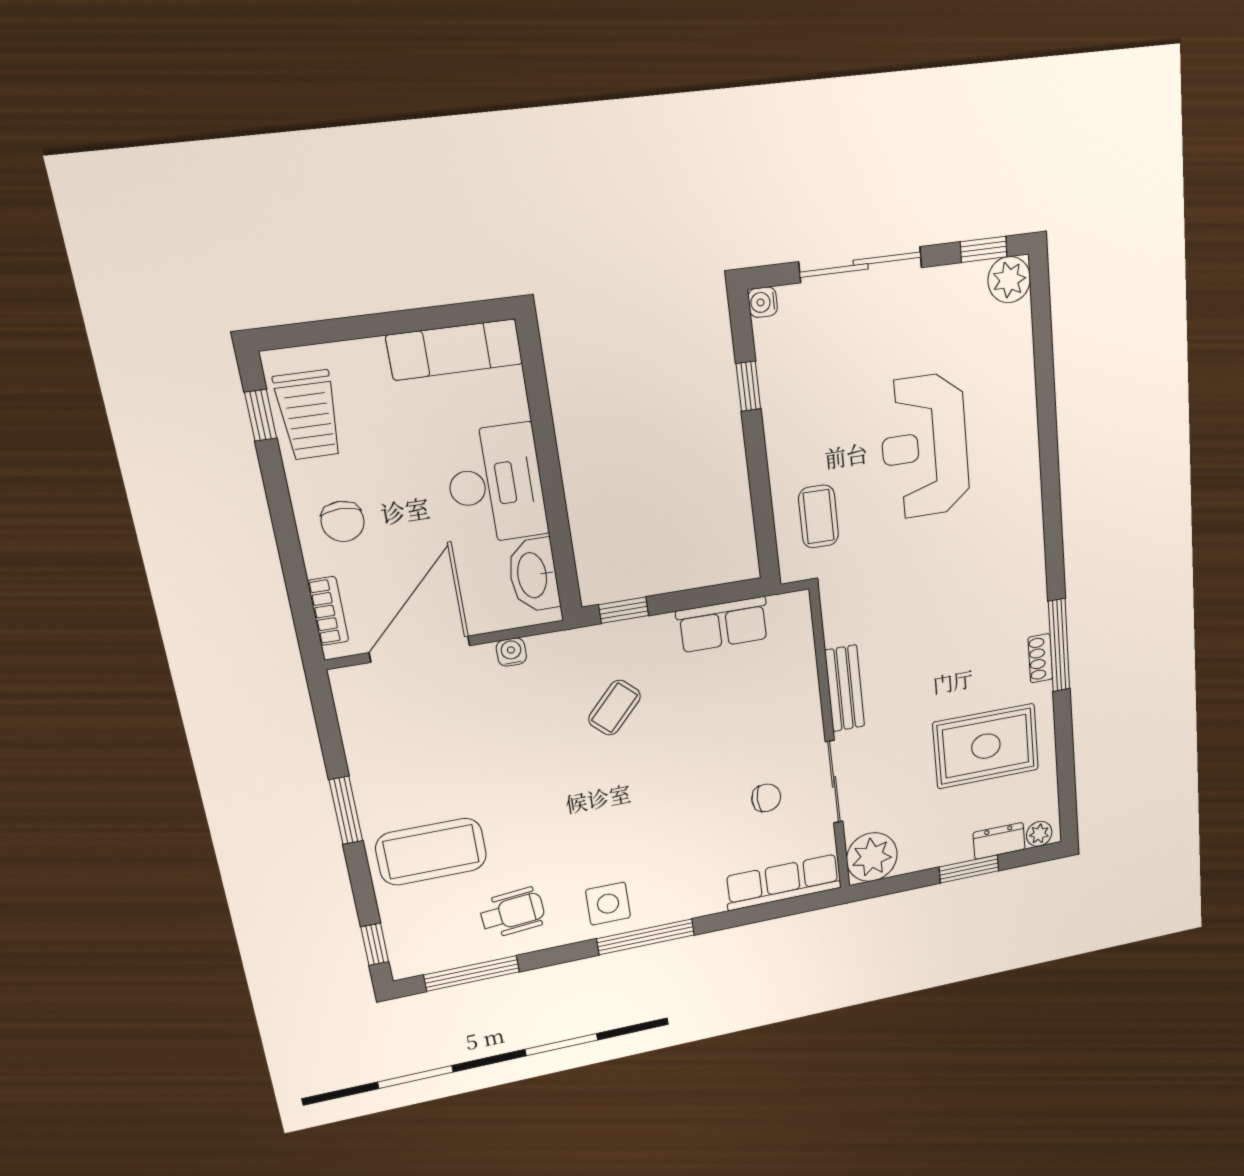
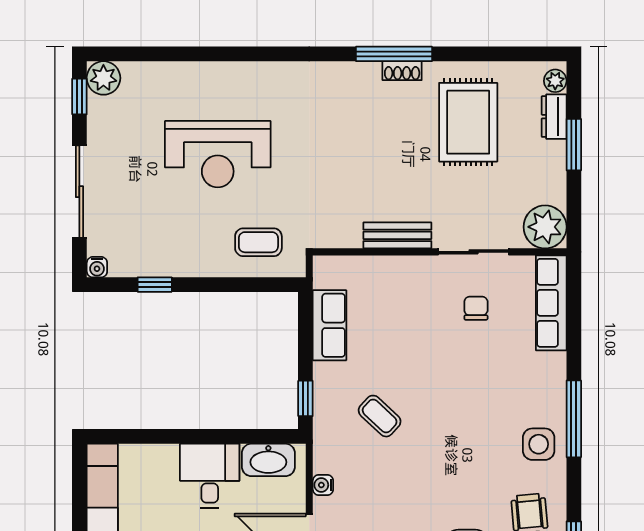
desk: (496, 484) -> (210, 476), width x0.73

